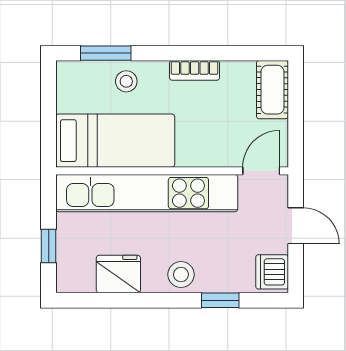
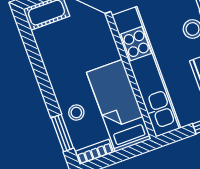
bookcase: (195, 70) -> (95, 152), moved, turned -90

